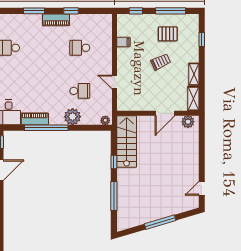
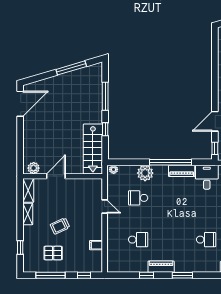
door: (202, 188) -> (20, 104), width x1.88
window: (160, 222) -> (71, 68), moved

